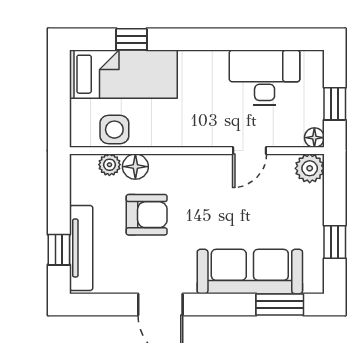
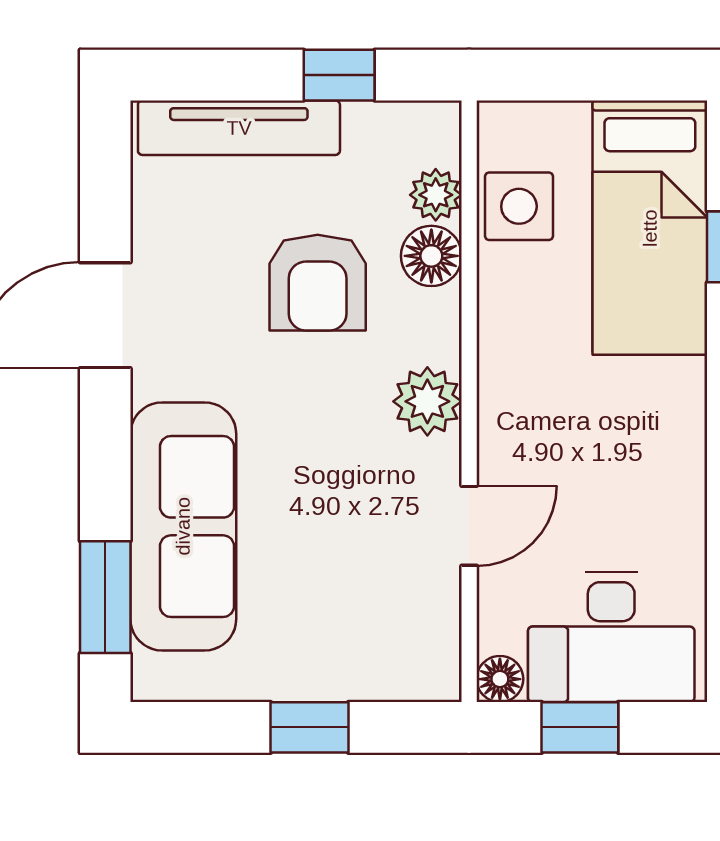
desk: (265, 78) -> (611, 637), moved, turned 90
door: (249, 151) -> (469, 526), swing flipped
plant: (310, 168) -> (427, 401), moved
window: (335, 242) -> (309, 727), moved
window: (59, 250) -> (339, 75), moved

